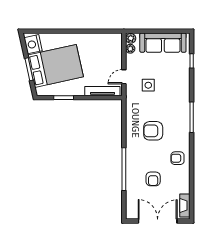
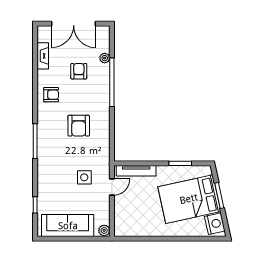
plant: (130, 49) -> (105, 58), moved
armchair: (153, 131) -> (79, 126), turned 90
fireplace: (185, 205) -> (43, 56), moved

